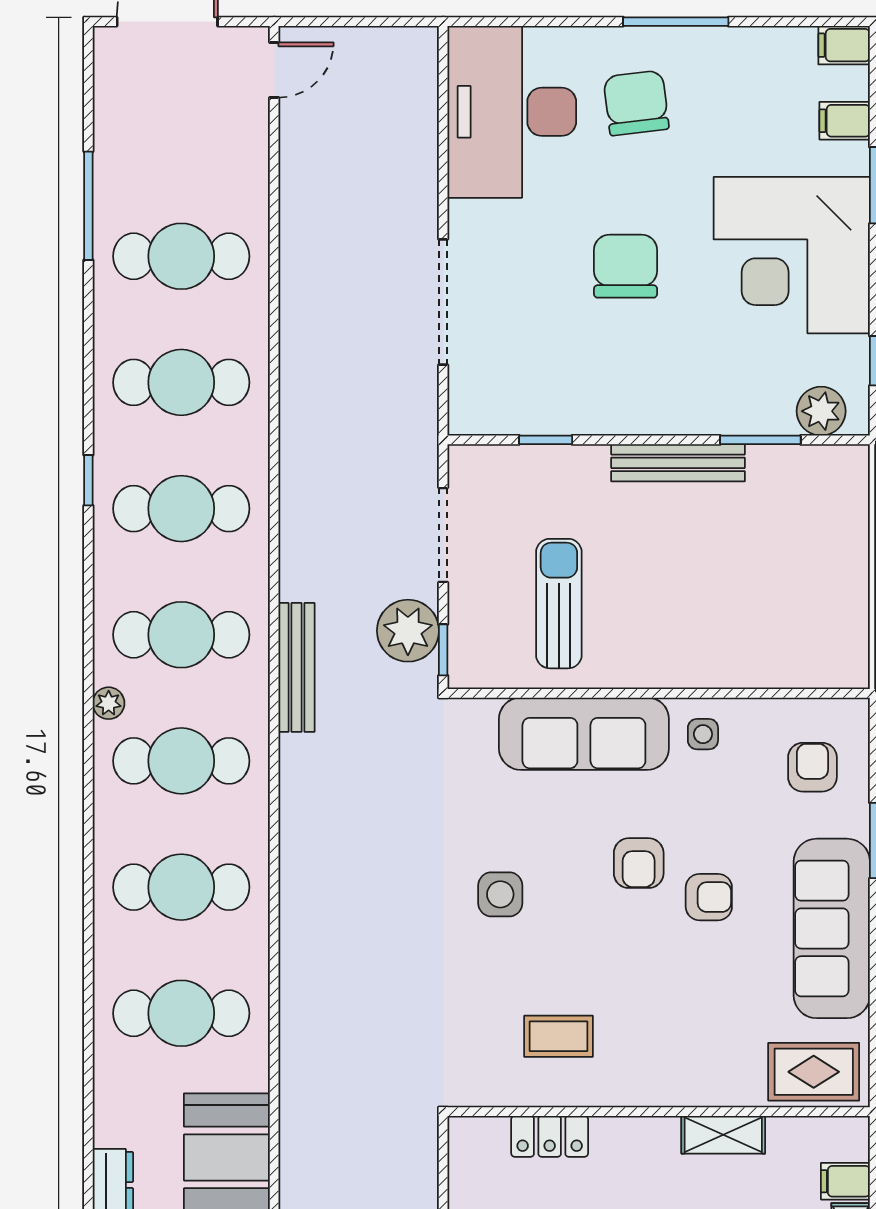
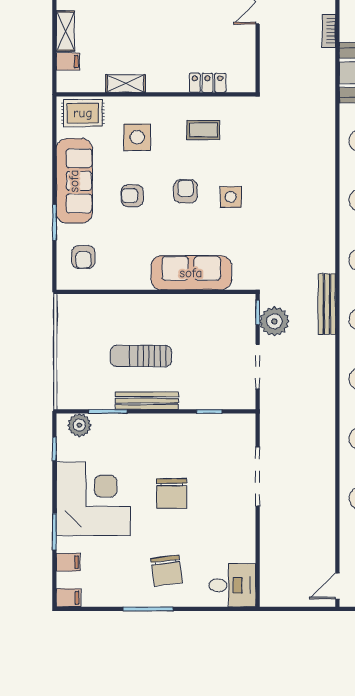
desk: (512, 112) -> (232, 585), width x0.53, depth x0.77
sun lounger: (559, 604) -> (141, 356), moved, turned 90
side table: (703, 734) -> (137, 137), moved, width x1.87, depth x1.87
armchair: (639, 863) -> (185, 191), moved

